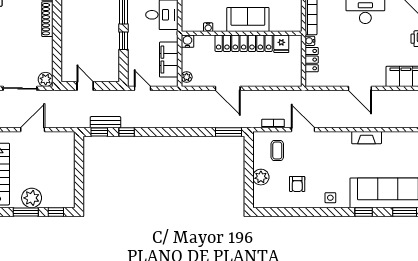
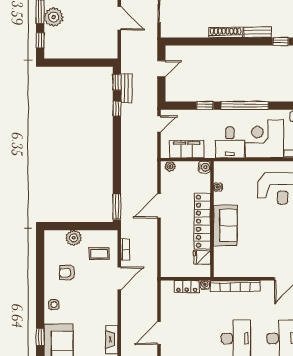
plant: (46, 79) -> (168, 31), removed

